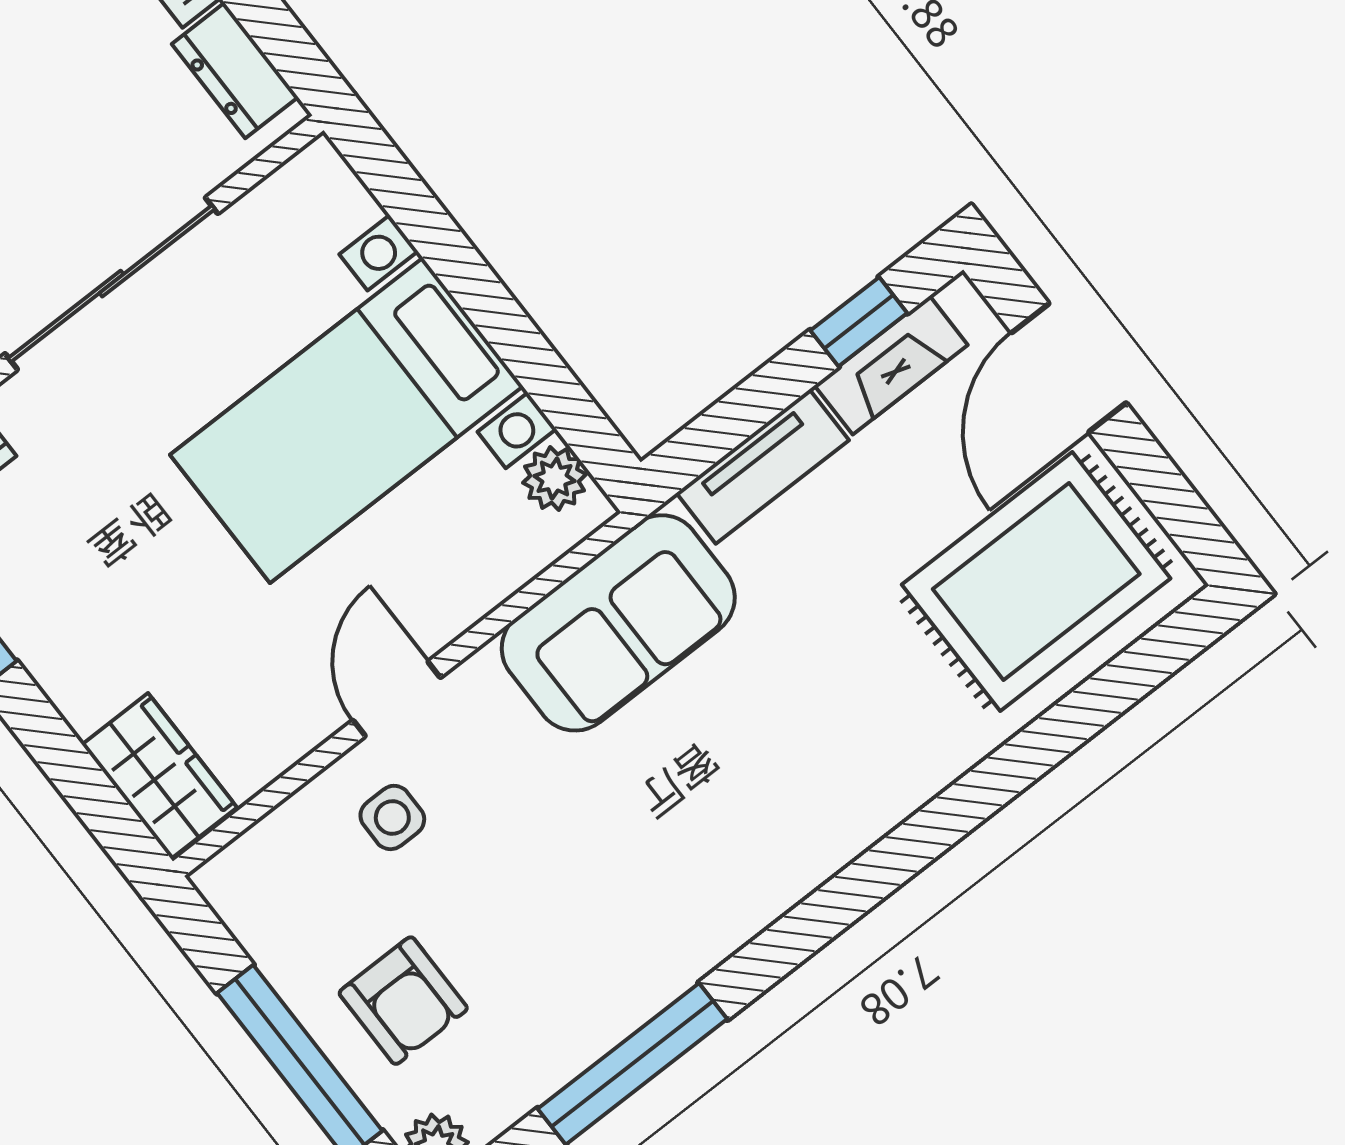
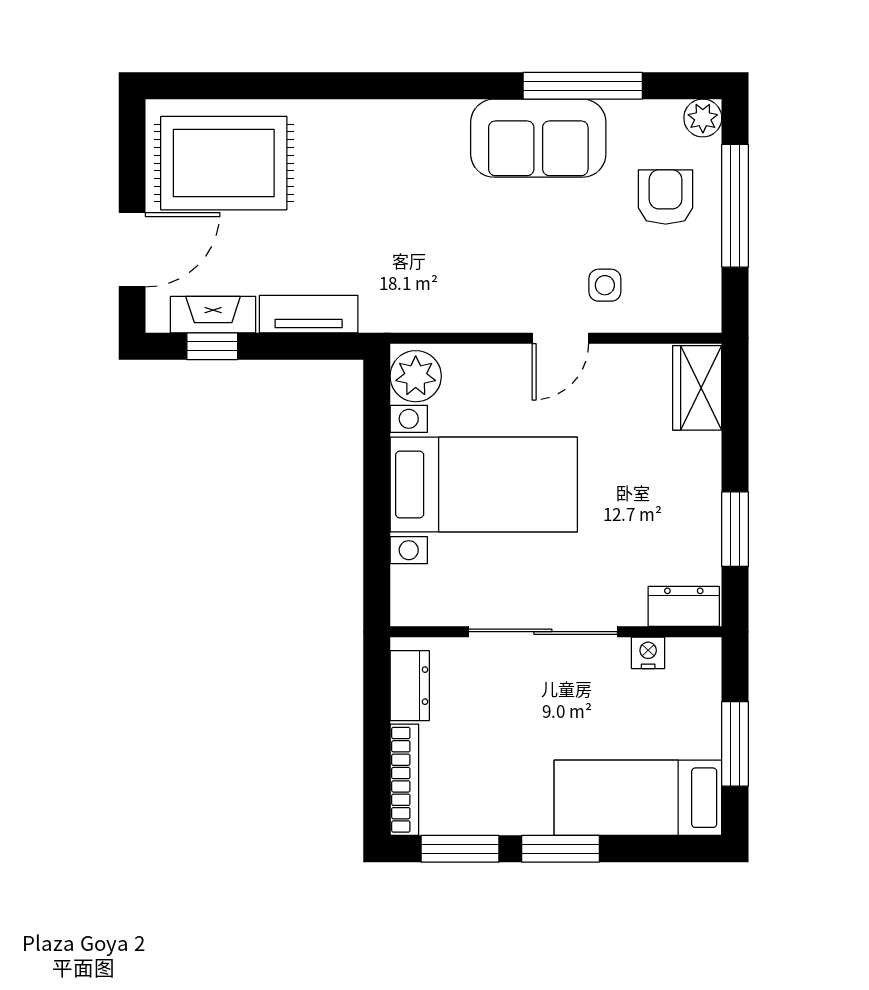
plant: (555, 479) -> (416, 376), width x1.38, depth x1.38
sofa: (618, 623) -> (538, 138), moved, turned 180

